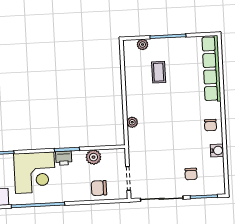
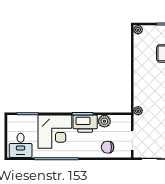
plant: (143, 45) -> (138, 30), moved
plant: (132, 122) -> (138, 111), moved
printer: (64, 158) -> (85, 124), width x1.87, depth x1.48

